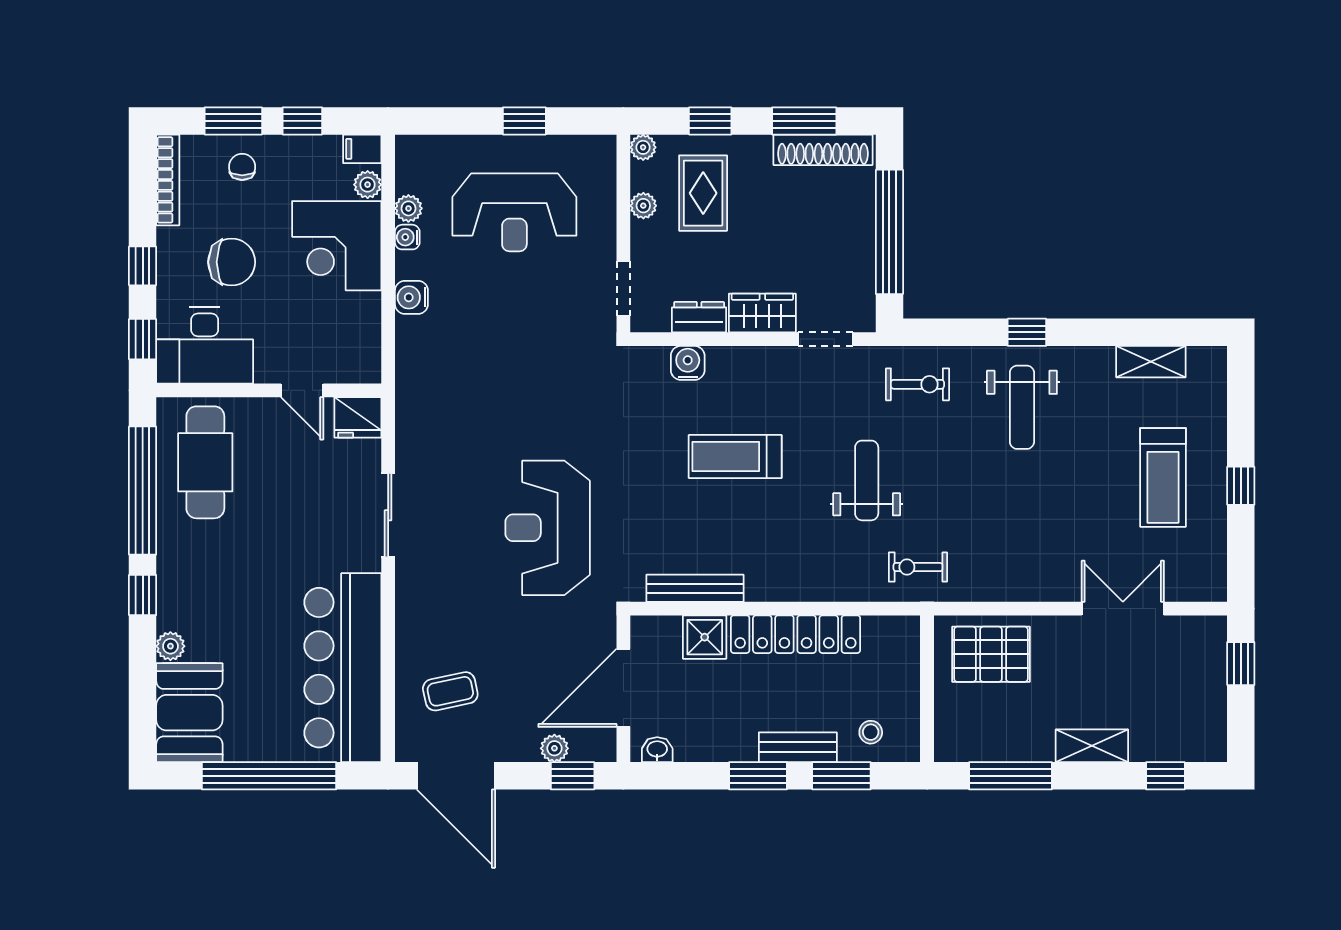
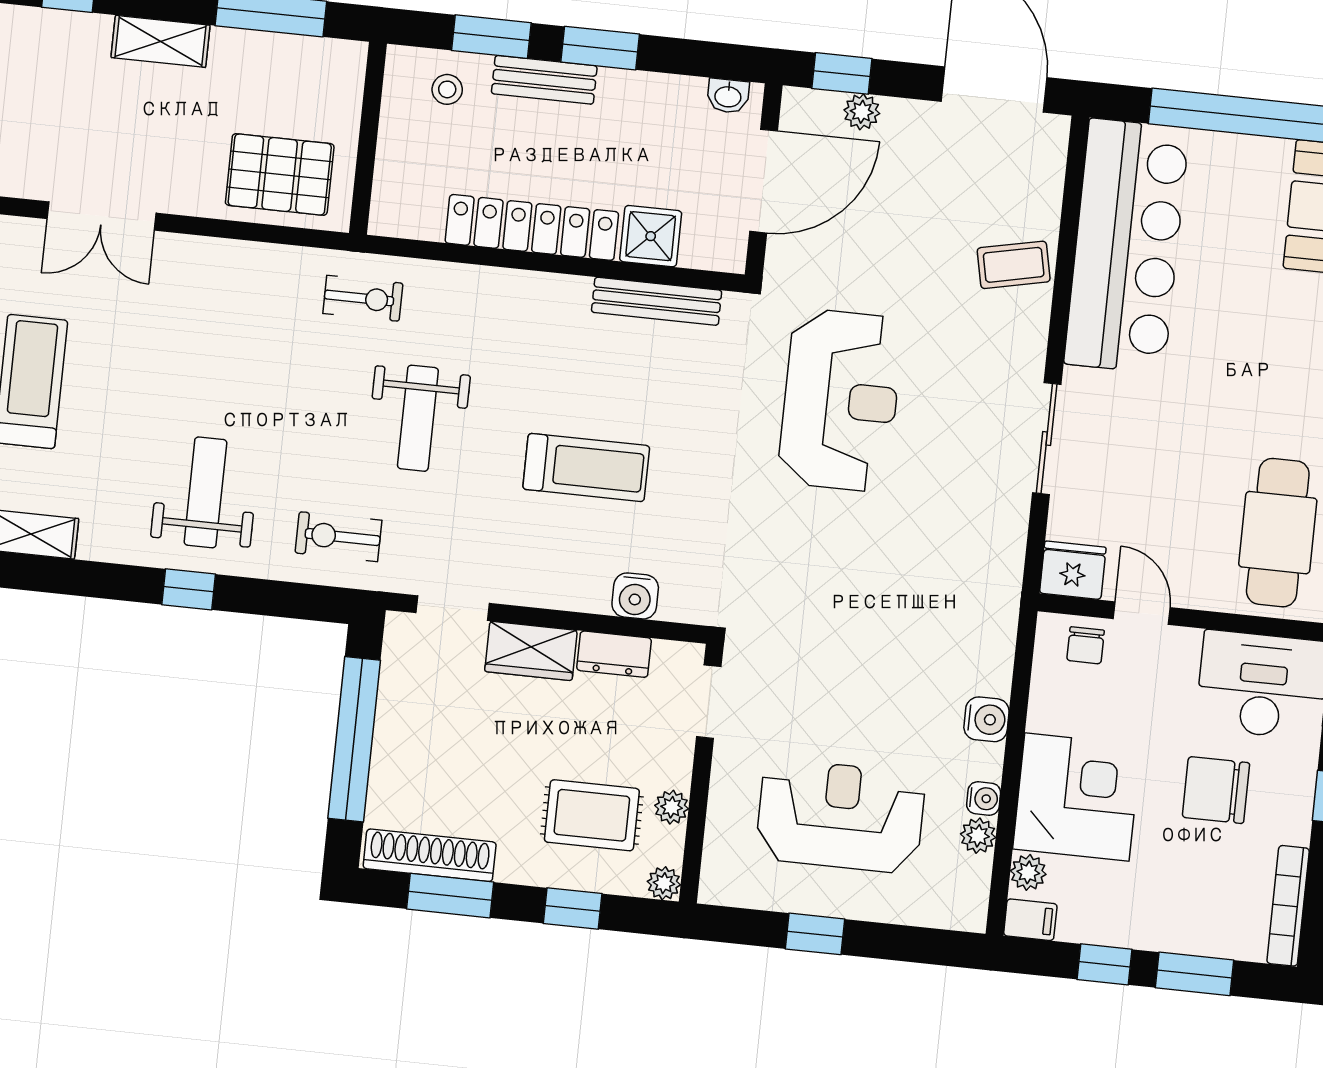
chair: (242, 167) -> (1086, 645), moved
rug: (703, 193) -> (592, 815), turned 90
coffee table: (450, 691) -> (1014, 265), moved

